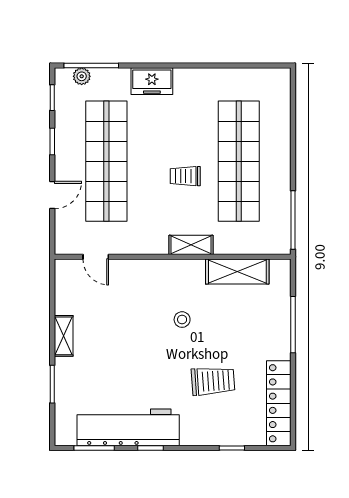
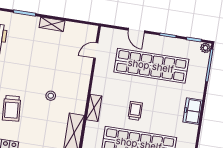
plant: (82, 76) -> (205, 48), moved
freezer: (152, 81) -> (193, 111), moved

